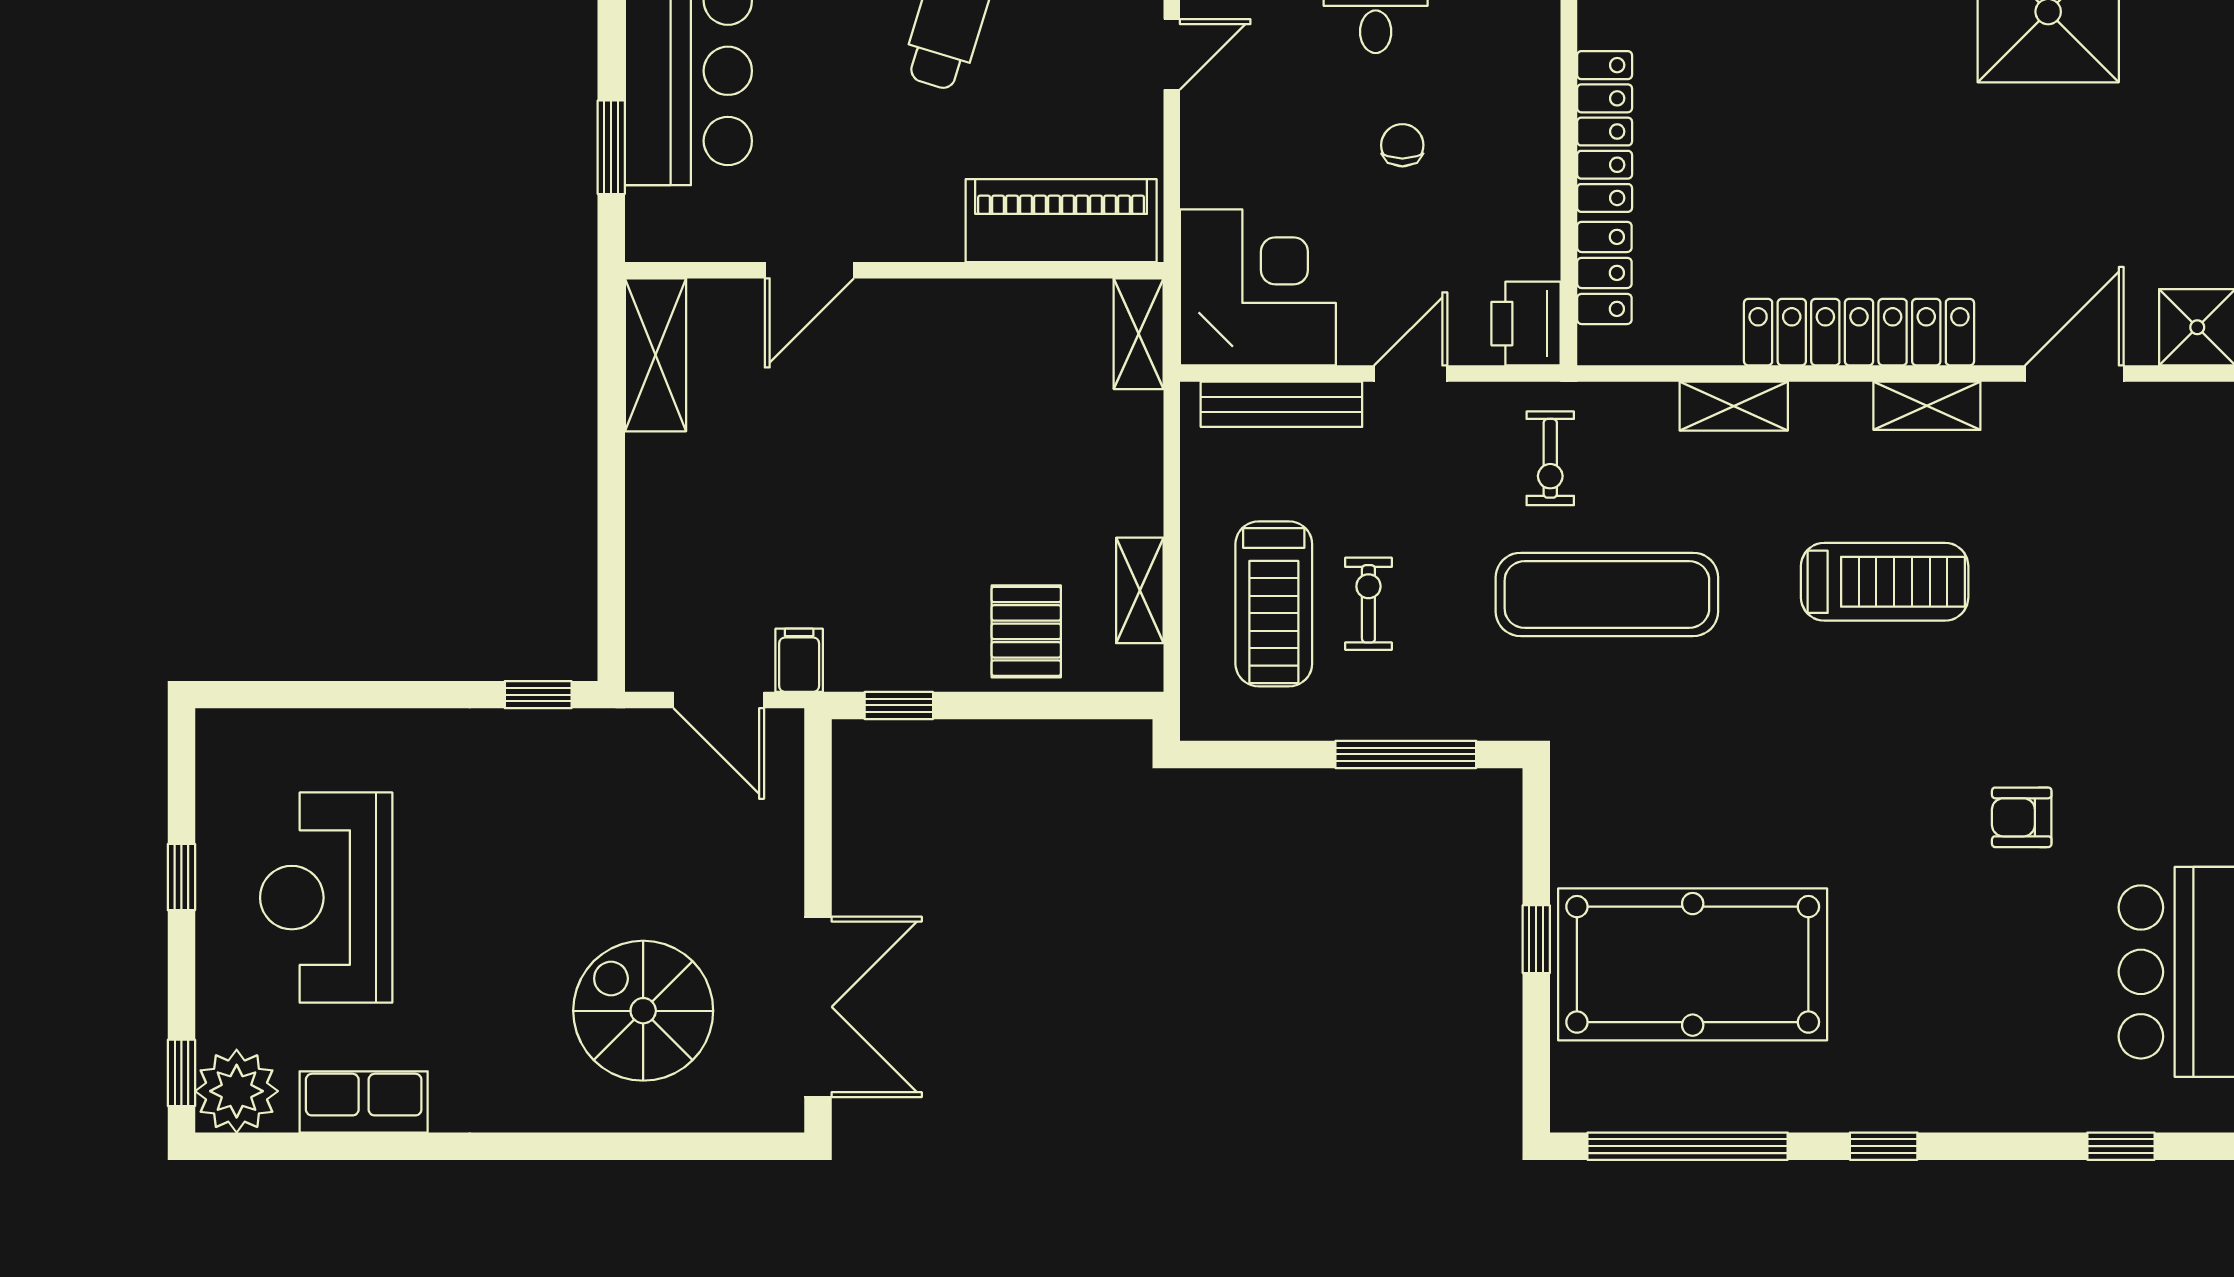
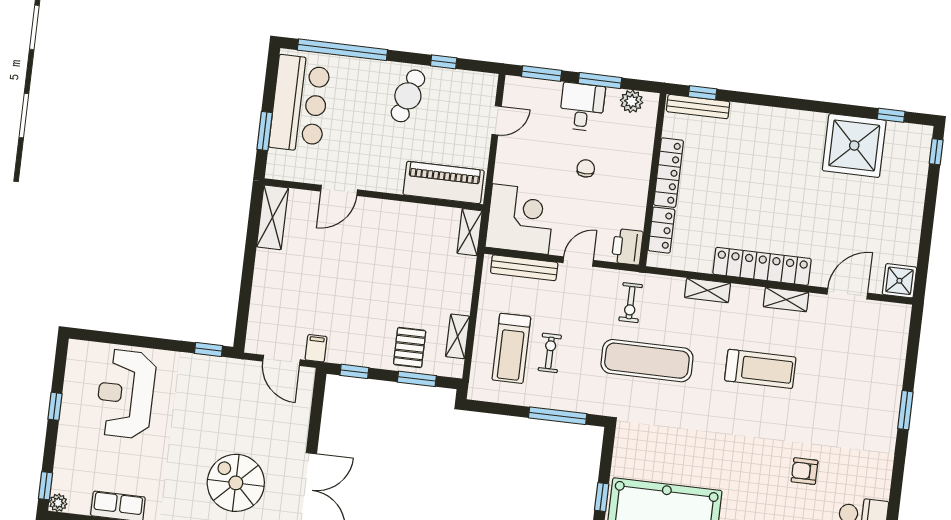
window: (1053, 705) -> (417, 379), added
reception desk: (326, 898) -> (126, 394), moved
plant: (237, 1091) -> (58, 503), width x0.53, depth x0.53

